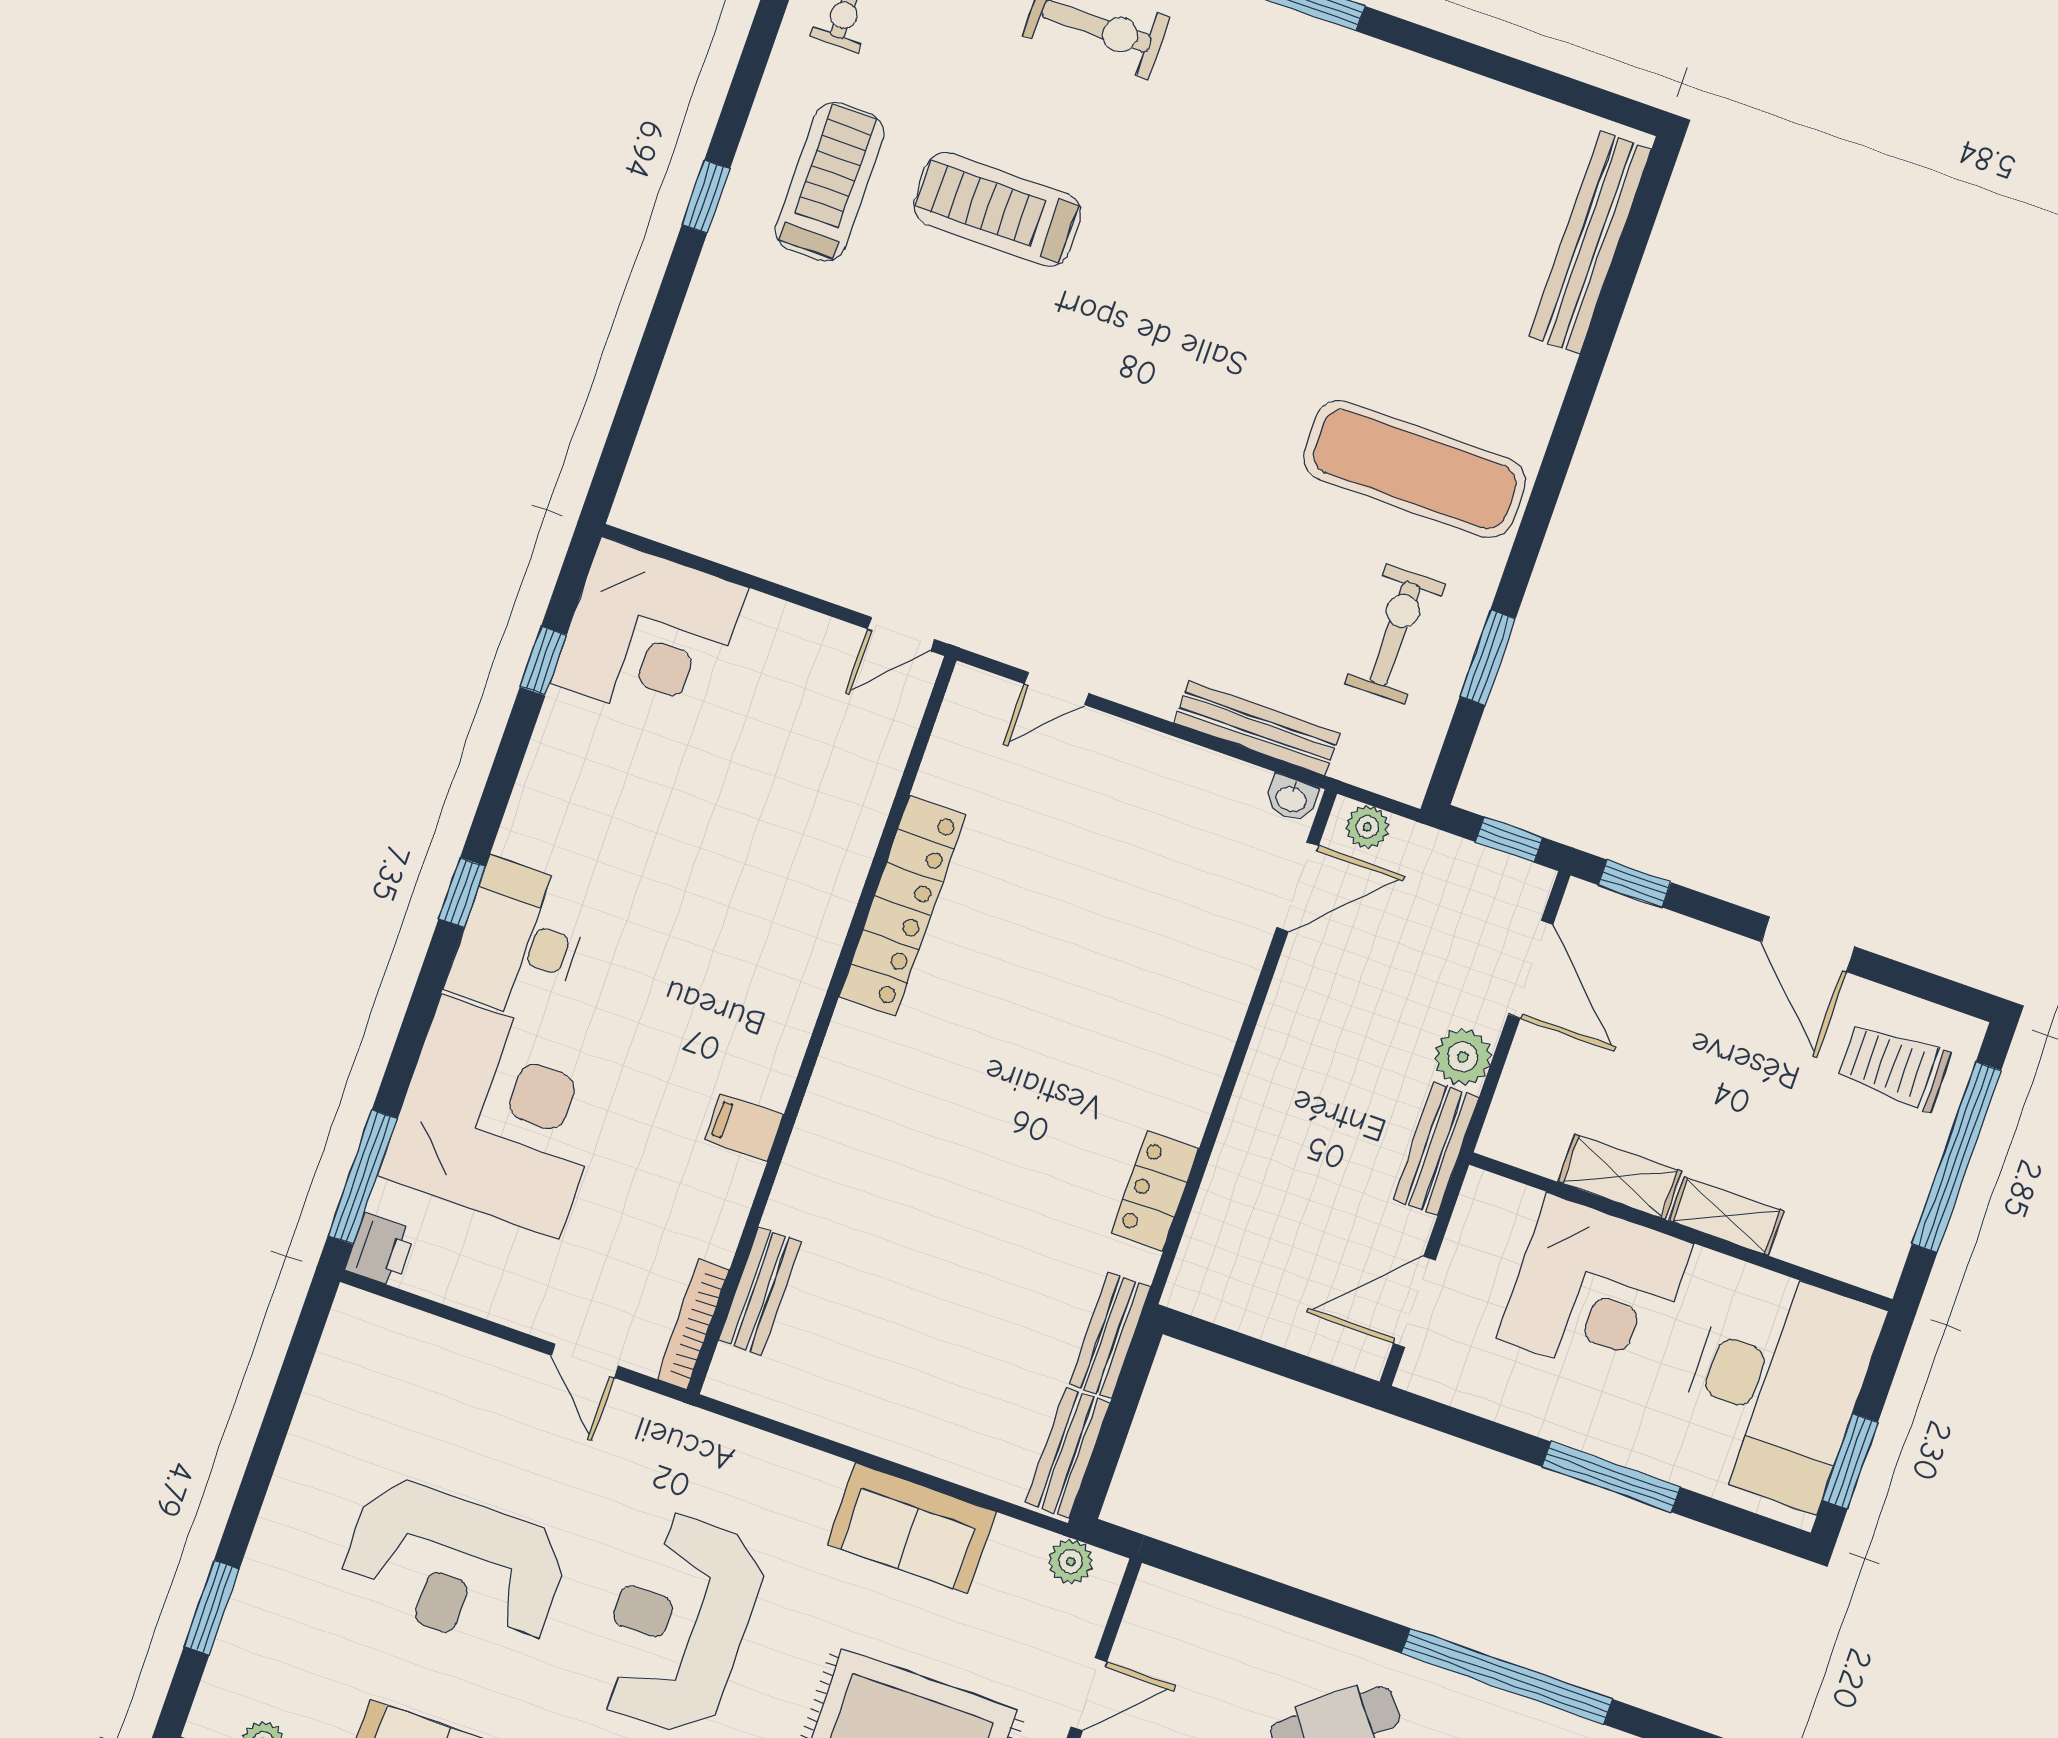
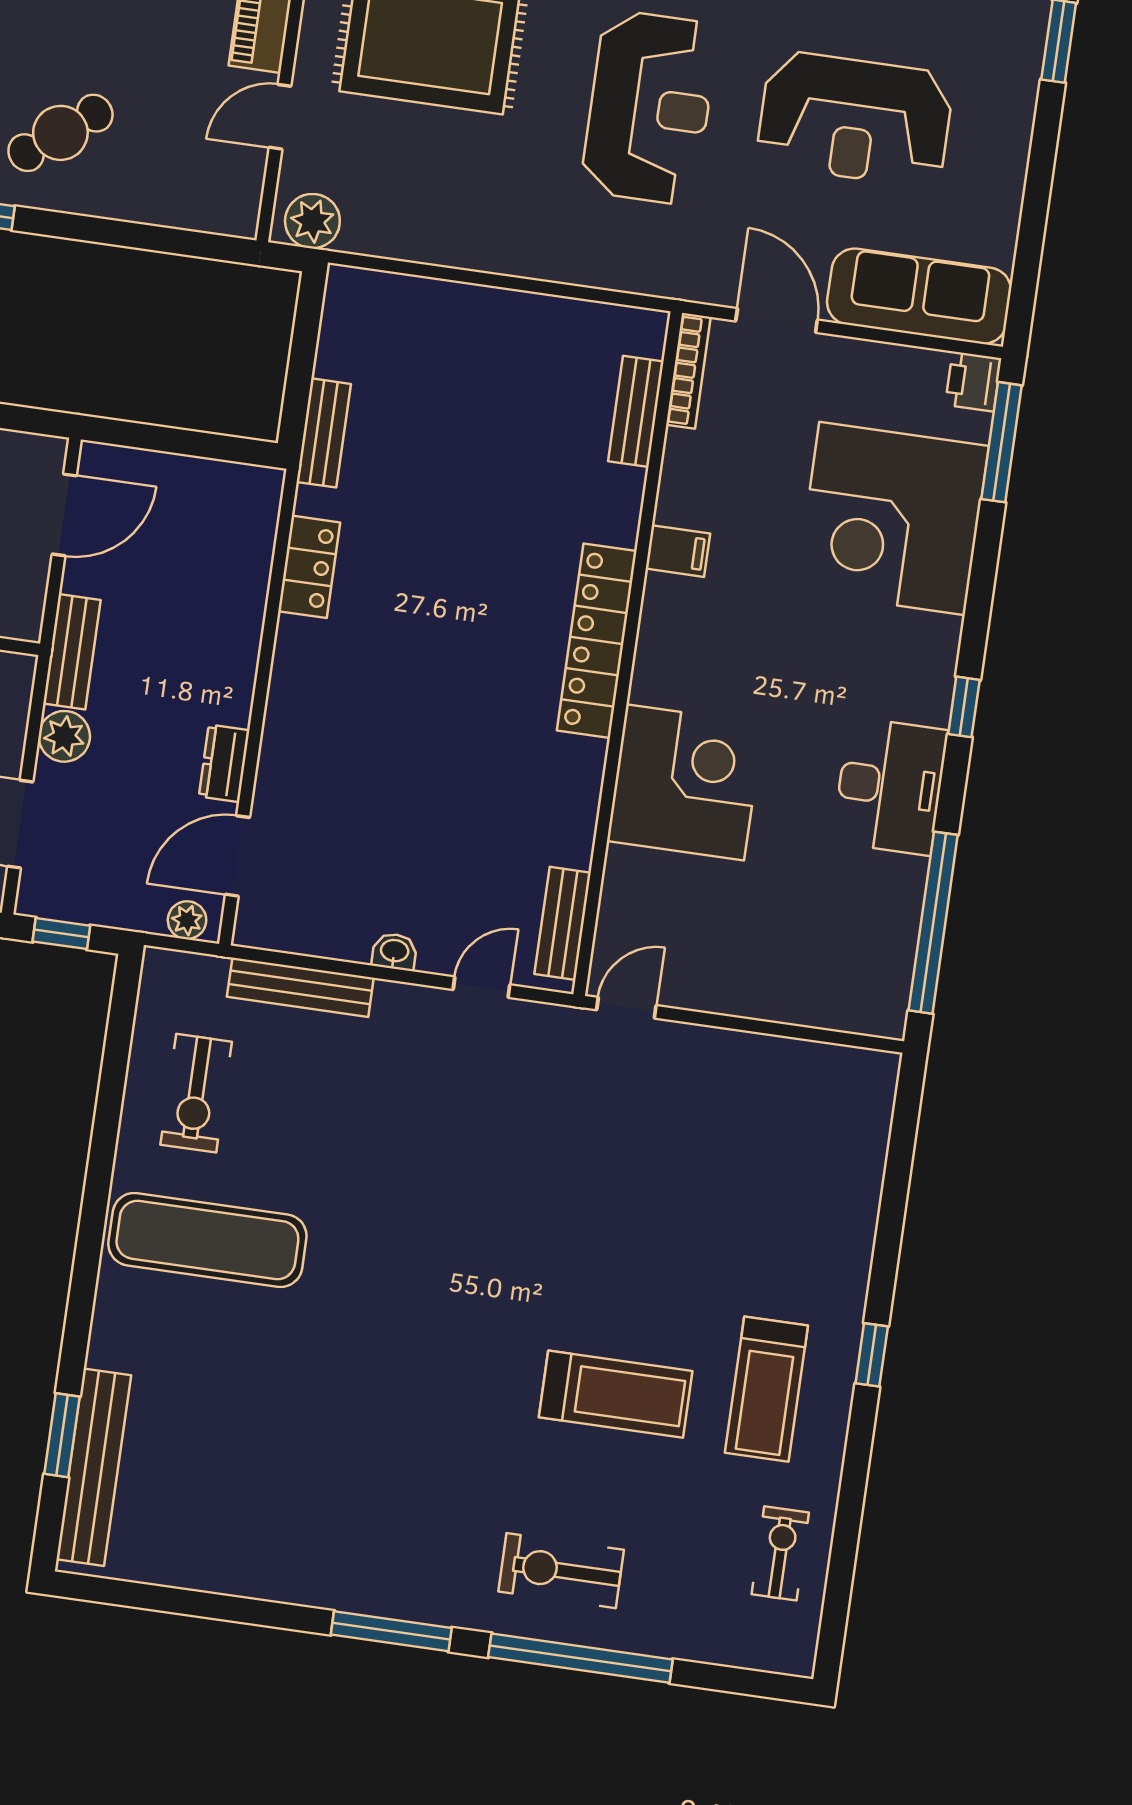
corner desk: (649, 635) -> (685, 782), moved, turned 90
window: (1488, 657) -> (62, 1435), moved
window: (543, 661) -> (933, 923), width x3.17
washbasin: (1291, 798) -> (394, 952), moved
locker: (902, 906) -> (597, 641), moved
desk: (519, 940) -> (890, 786), moved
dresser: (1292, 992) -> (224, 763), added
door: (585, 1361) -> (777, 320), width x1.38
bench: (1068, 1453) -> (563, 923), moved
sofa: (912, 1528) -> (919, 296), moved, width x1.36
plant: (1071, 1561) -> (312, 221), width x1.38, depth x1.38
reception desk: (454, 1566) -> (855, 119), turned 180

